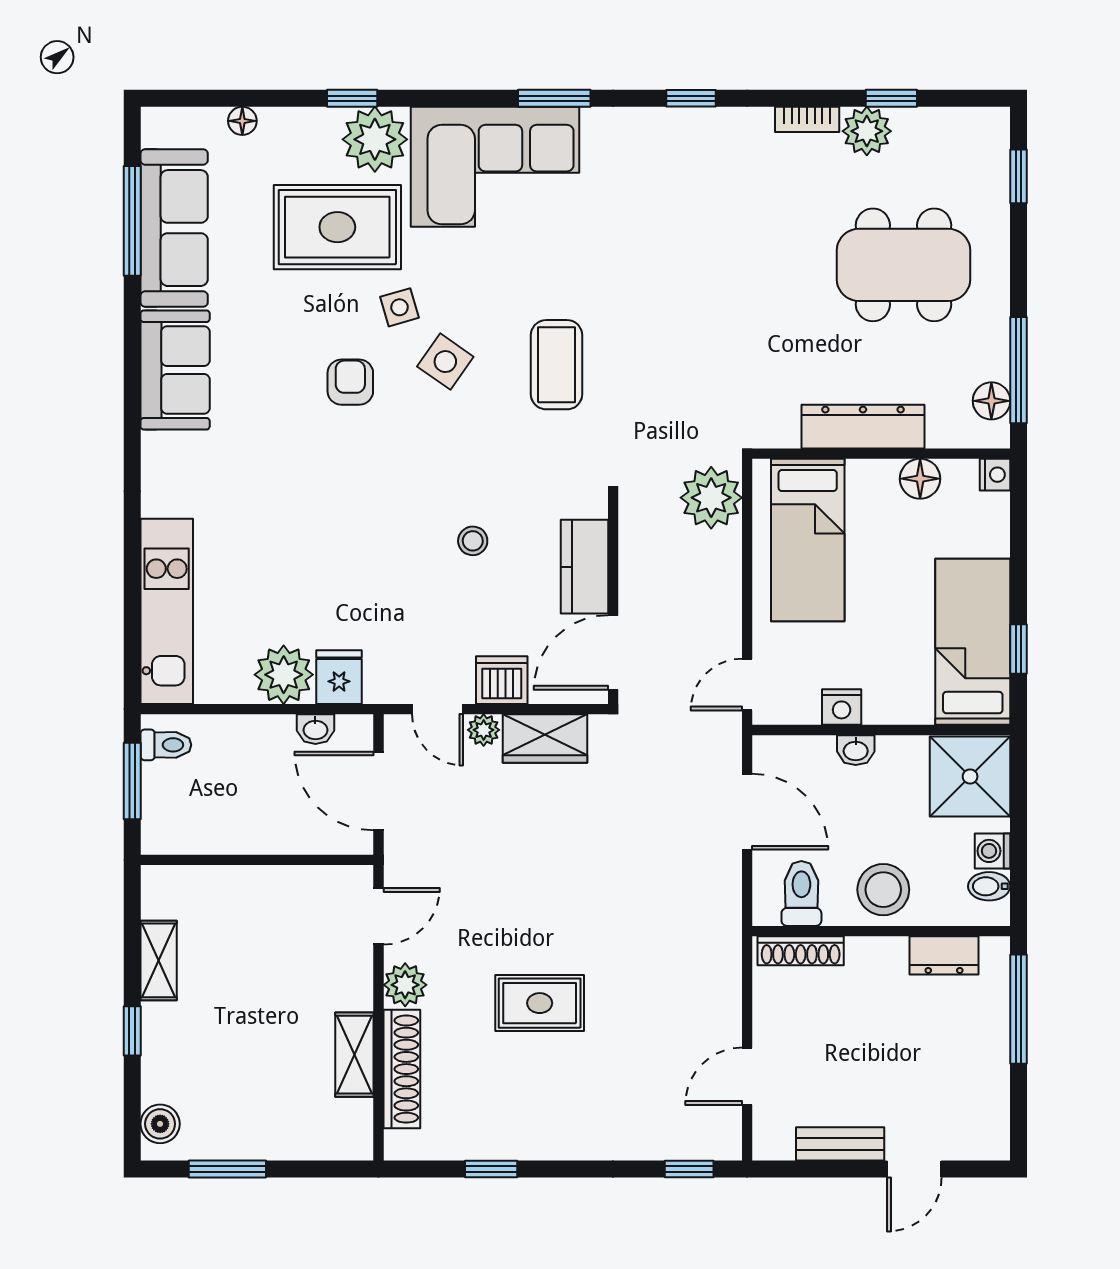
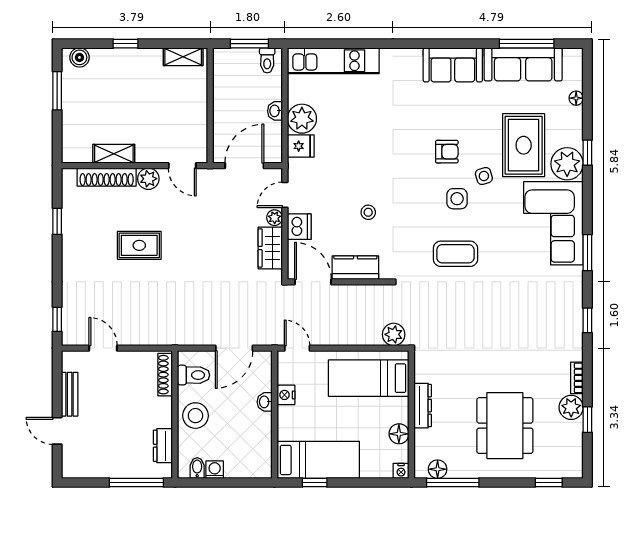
side table: (445, 362) -> (457, 199), turned -35
dresser: (863, 427) -> (423, 406), width x0.73, depth x0.80
plant: (711, 498) -> (394, 334), width x0.73, depth x0.73
washbasin: (315, 729) -> (275, 111), moved
shower: (970, 776) -> (252, 459), removed
shelving: (159, 960) -> (183, 57), moved
rug: (540, 1003) -> (139, 245), turned 90

